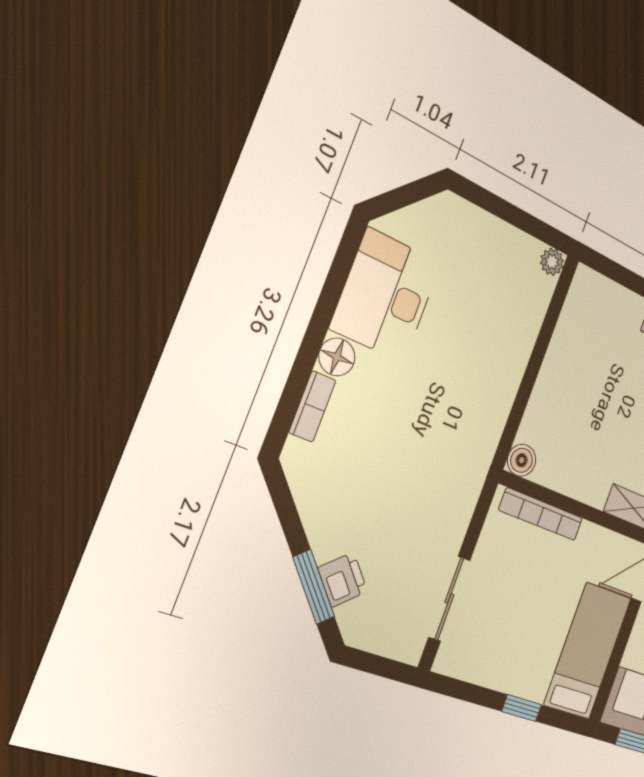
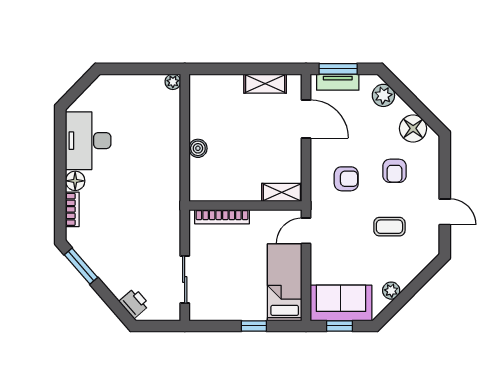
boiler: (522, 460) -> (198, 148), moved
printer: (343, 580) -> (134, 303), moved
window: (314, 587) -> (81, 266), moved

